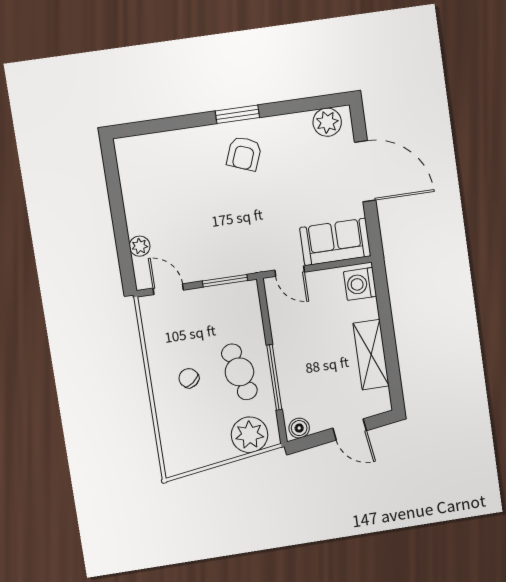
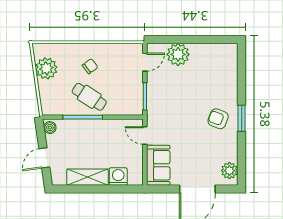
plant: (140, 246) -> (178, 54), width x1.87, depth x1.87
door: (290, 271) -> (145, 136), hinge flipped
washing machine: (360, 284) -> (118, 177), moved
cafe table: (239, 372) -> (89, 97), turned 47
plant: (250, 435) -> (46, 68), moved

